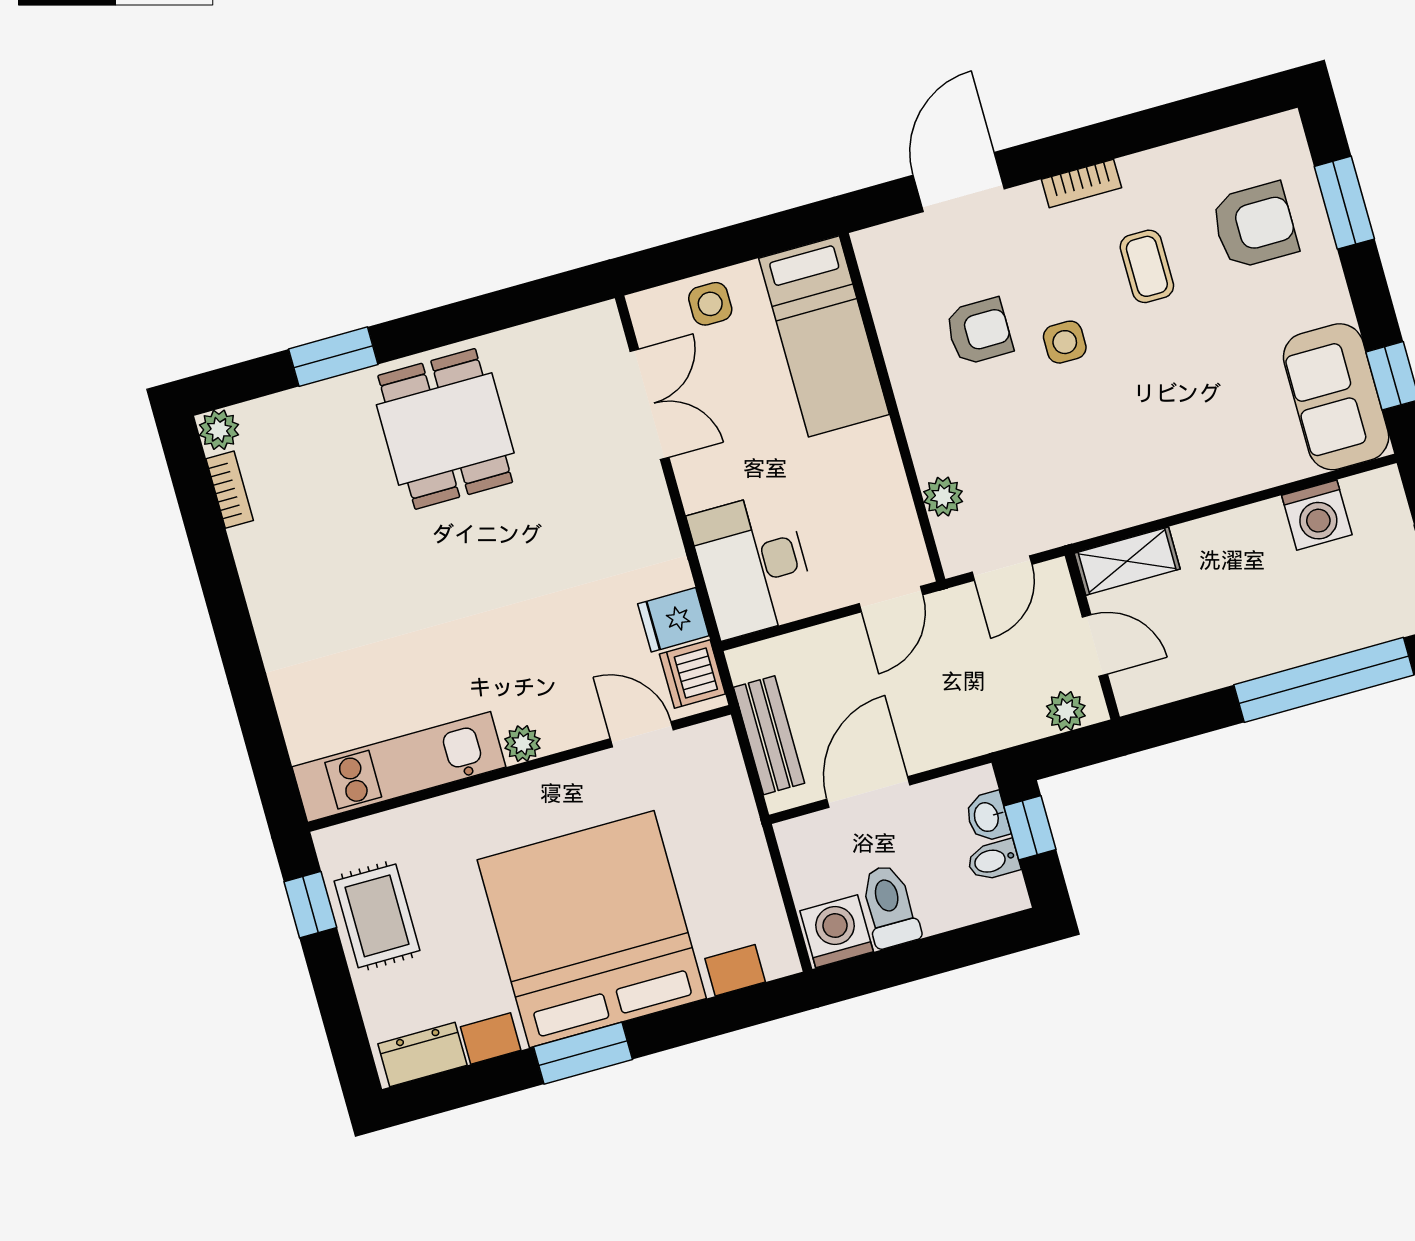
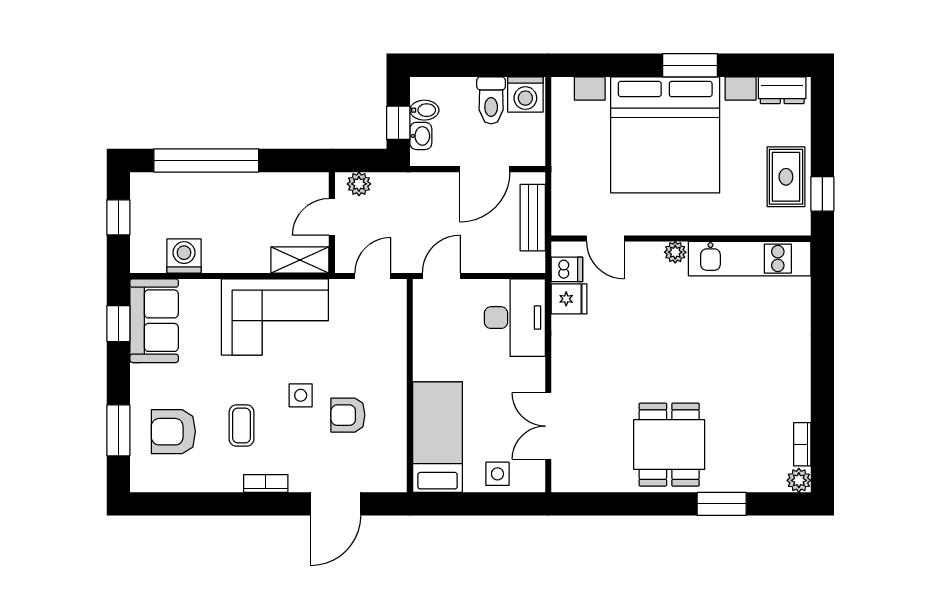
corner sofa: (1142, 457) -> (275, 317), added
plant: (943, 497) -> (395, 326), removed
door: (1095, 645) -> (332, 217), hinge flipped
dishwasher: (692, 674) -> (567, 269), width x0.73

